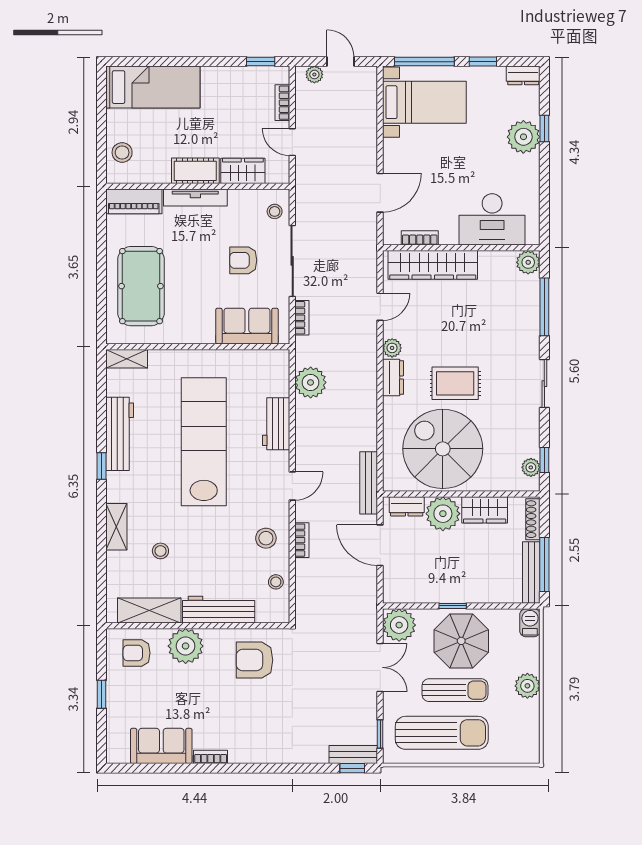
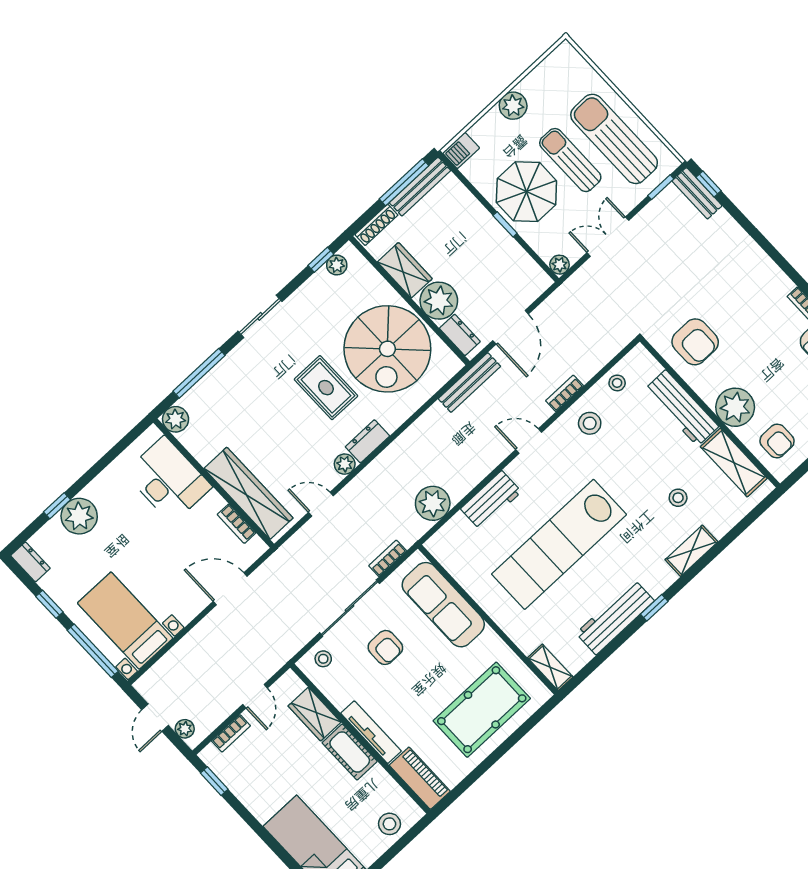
sofa: (247, 326) -> (443, 605), width x1.36
plant: (399, 625) -> (560, 265), width x0.53, depth x0.53

